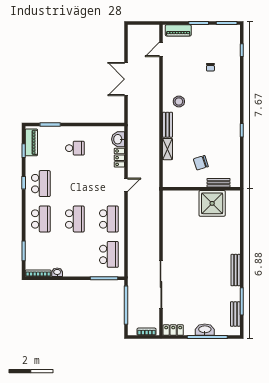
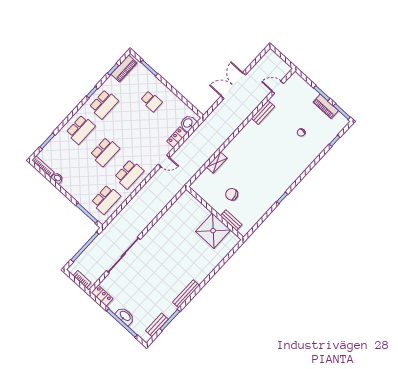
piano: (178, 30) -> (326, 106), moved
stool: (179, 101) -> (256, 136), removed
bench: (167, 125) -> (263, 112), moved

